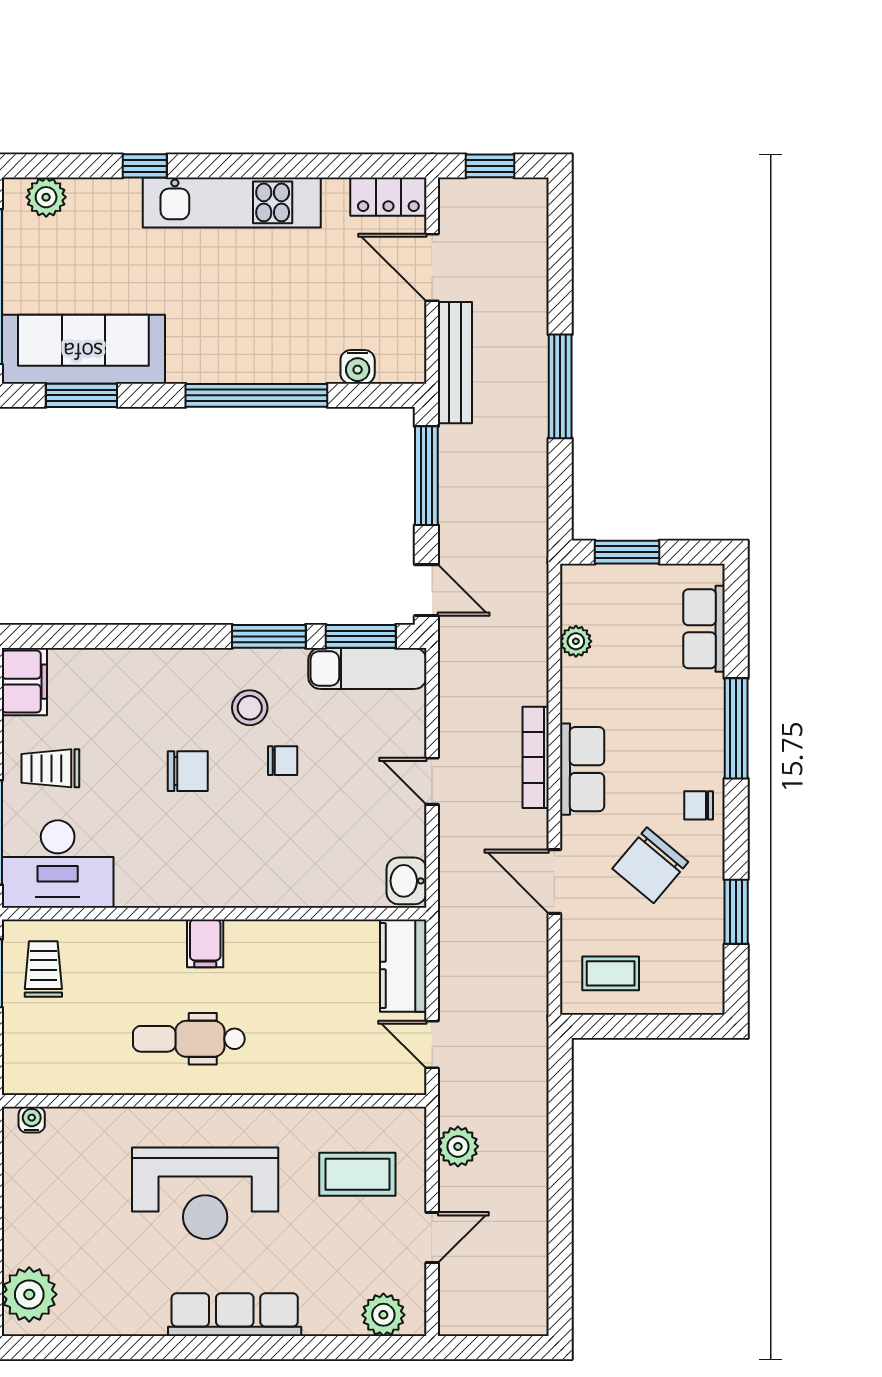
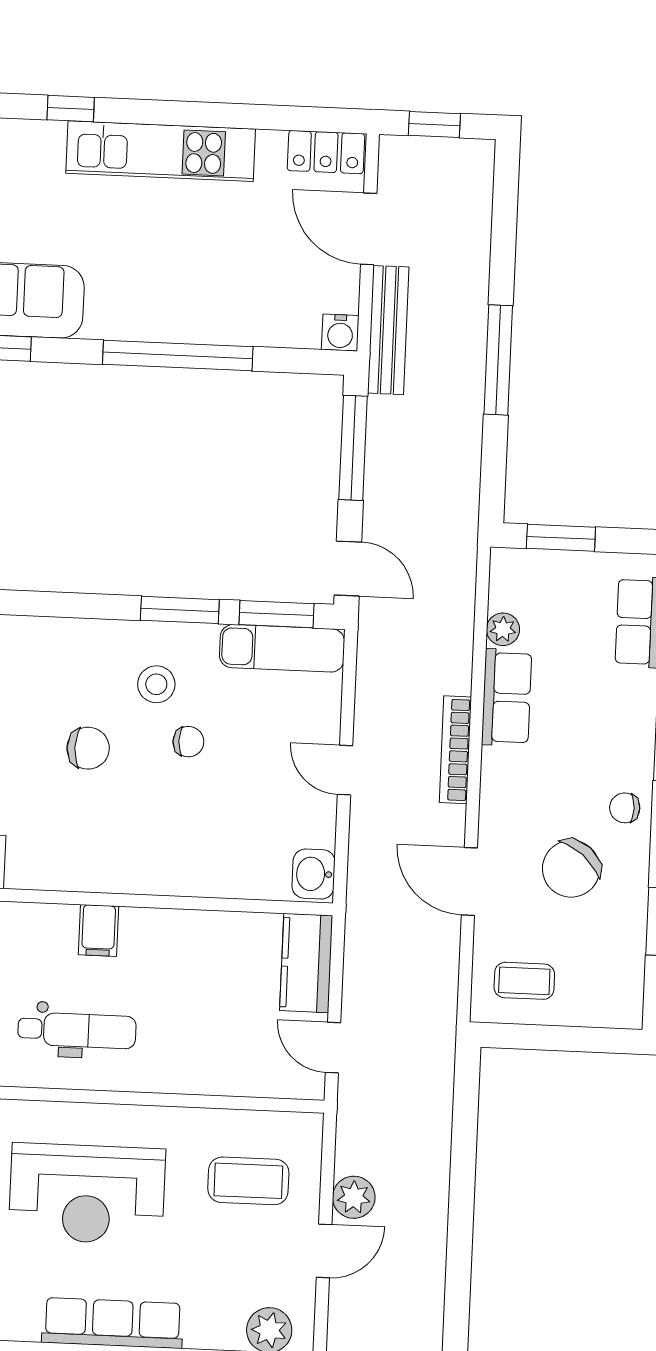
water cooler: (358, 367) -> (340, 333), moved
row of seats: (582, 769) -> (507, 697), moved
dental chair: (189, 1039) -> (77, 1030), turned 180
plant: (458, 1146) -> (354, 1197), moved

